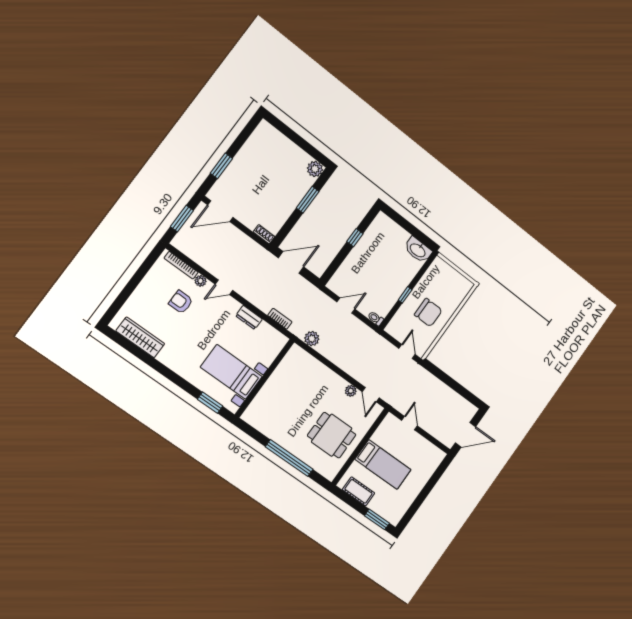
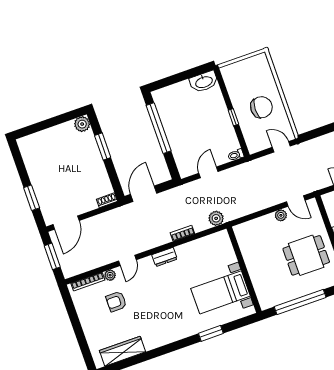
window: (355, 238) -> (159, 128), width x3.17
bed with nightstands: (231, 372) -> (221, 292), moved
wall: (265, 378) -> (244, 270), moved

